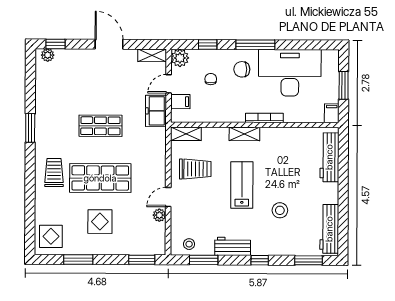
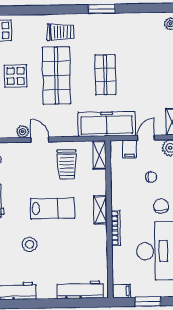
door: (169, 84) -> (146, 138), hinge flipped
freezer: (156, 111) -> (107, 124), width x1.91, depth x1.26

